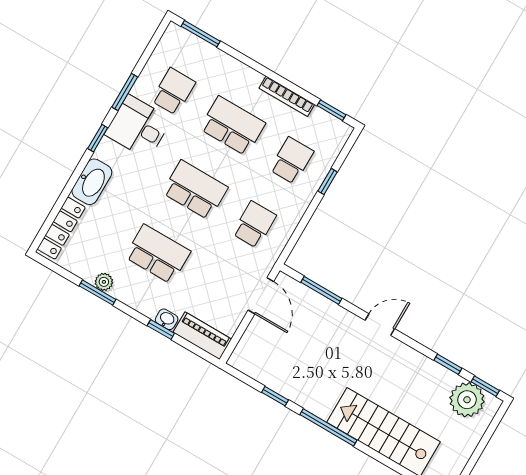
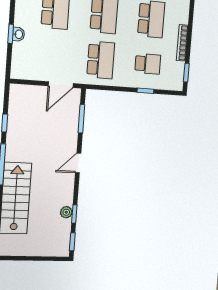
school desk: (254, 225) -> (101, 60), width x1.85
door: (380, 325) -> (78, 163), swing flipped
piano: (202, 336) -> (19, 61), removed
plant: (467, 400) -> (66, 212), moved, width x0.53, depth x0.53

